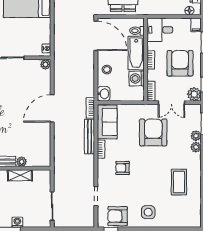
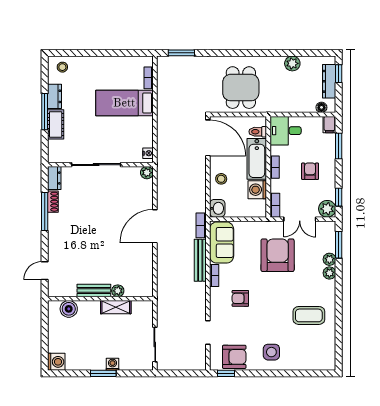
armchair: (180, 63) -> (310, 171), width x0.53, depth x0.53
coffee table: (179, 182) -> (309, 315), turned 90
armchair: (118, 216) -> (234, 357), turned 180

